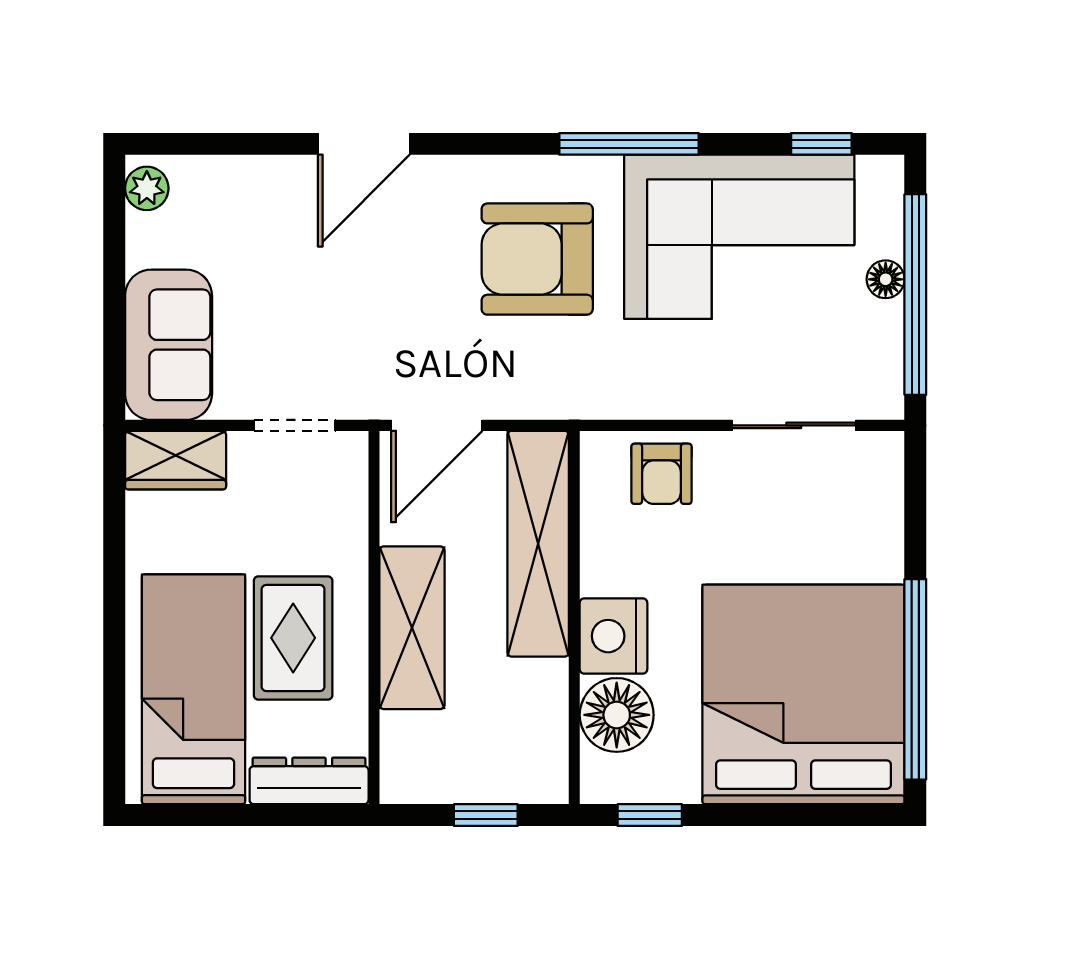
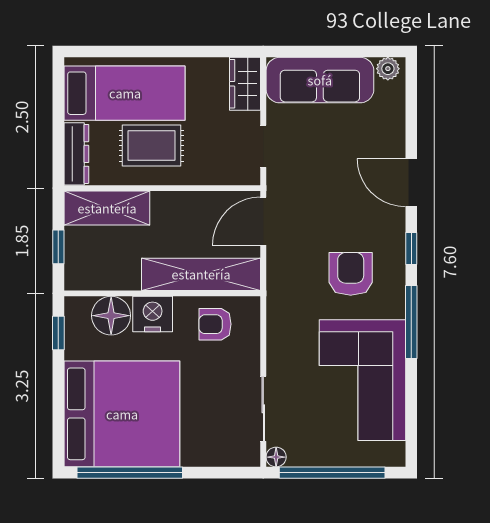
window: (821, 144) -> (411, 249), moved
armchair: (537, 259) -> (351, 274), width x0.73, depth x0.73
floor lamp: (886, 279) -> (276, 457), moved
sofa: (169, 345) -> (320, 80), width x1.36
door: (437, 425) -> (263, 221), hinge flipped
armchair: (661, 474) -> (215, 324), moved
shelving: (412, 628) -> (107, 208), moved

